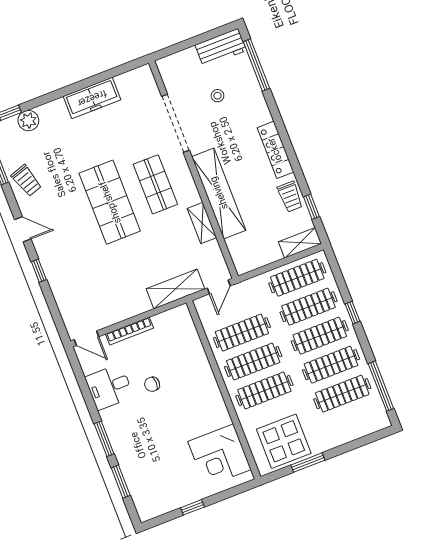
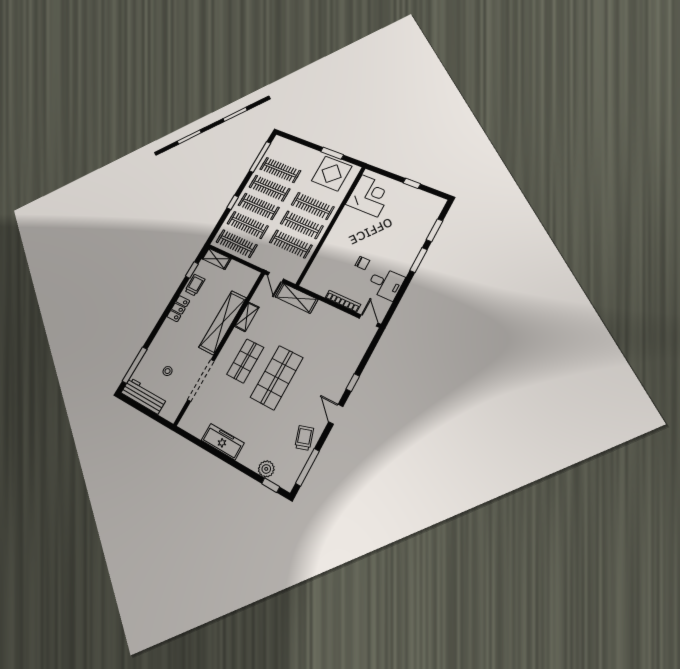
workbench: (221, 48) -> (144, 396), width x1.37
locker: (275, 150) -> (178, 309), width x0.66
door: (219, 287) -> (276, 277), swing flipped

